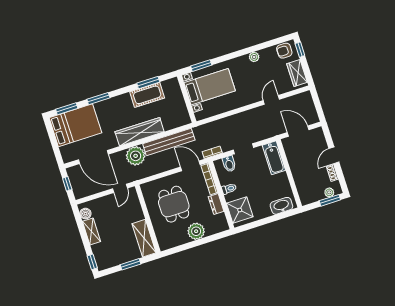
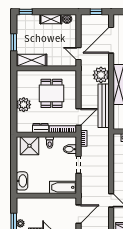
dining table: (174, 204) -> (52, 93), turned 90

